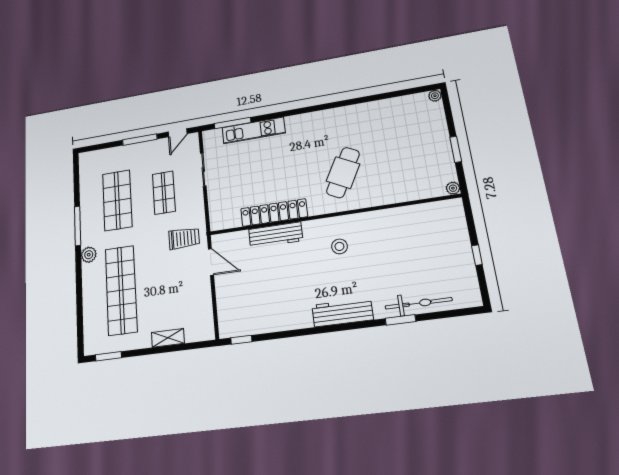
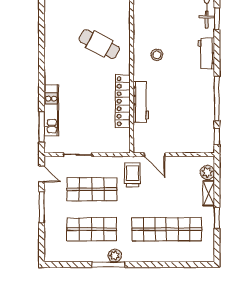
shop shelf: (164, 193) -> (92, 189), width x1.43, depth x1.36
plant: (89, 255) -> (115, 256), moved
door: (211, 262) -> (155, 155), swing flipped
workbench: (342, 312) -> (206, 53), width x0.73
plant: (194, 333) -> (207, 172), added
window: (291, 334) -> (217, 99), added
window: (108, 356) -> (217, 218), moved

